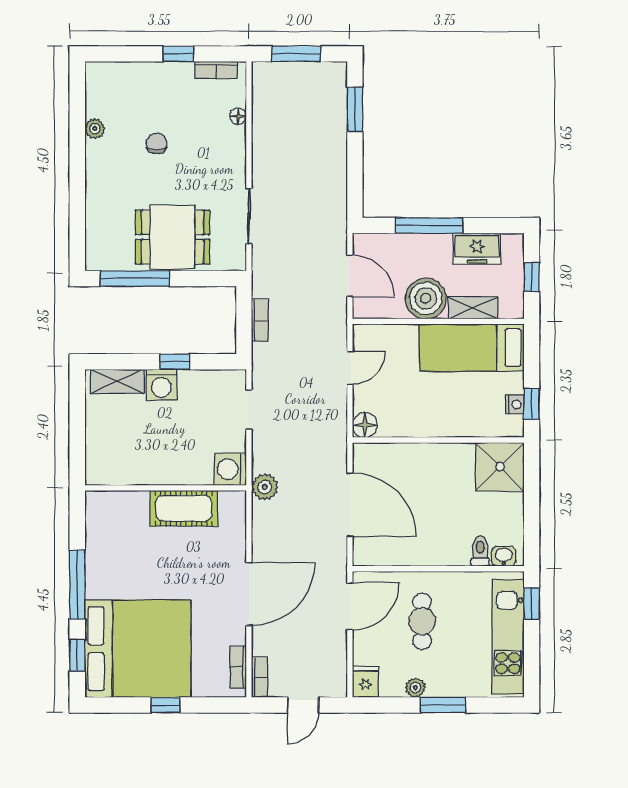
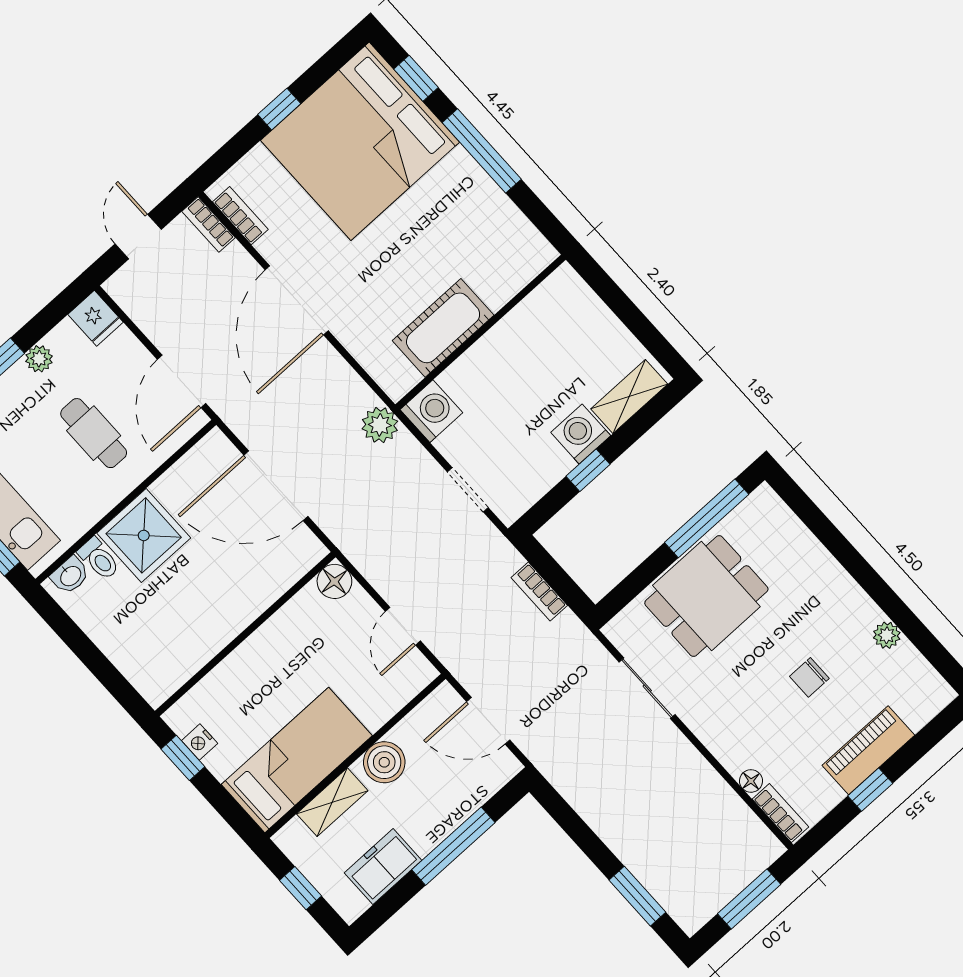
bookcase: (216, 70) -> (780, 813), moved, turned 90
piano: (160, 76) -> (868, 750), added
chair: (157, 143) -> (809, 677), turned 90
boiler: (426, 298) -> (384, 762), width x0.73, depth x0.73
shower: (500, 467) -> (144, 535), moved

